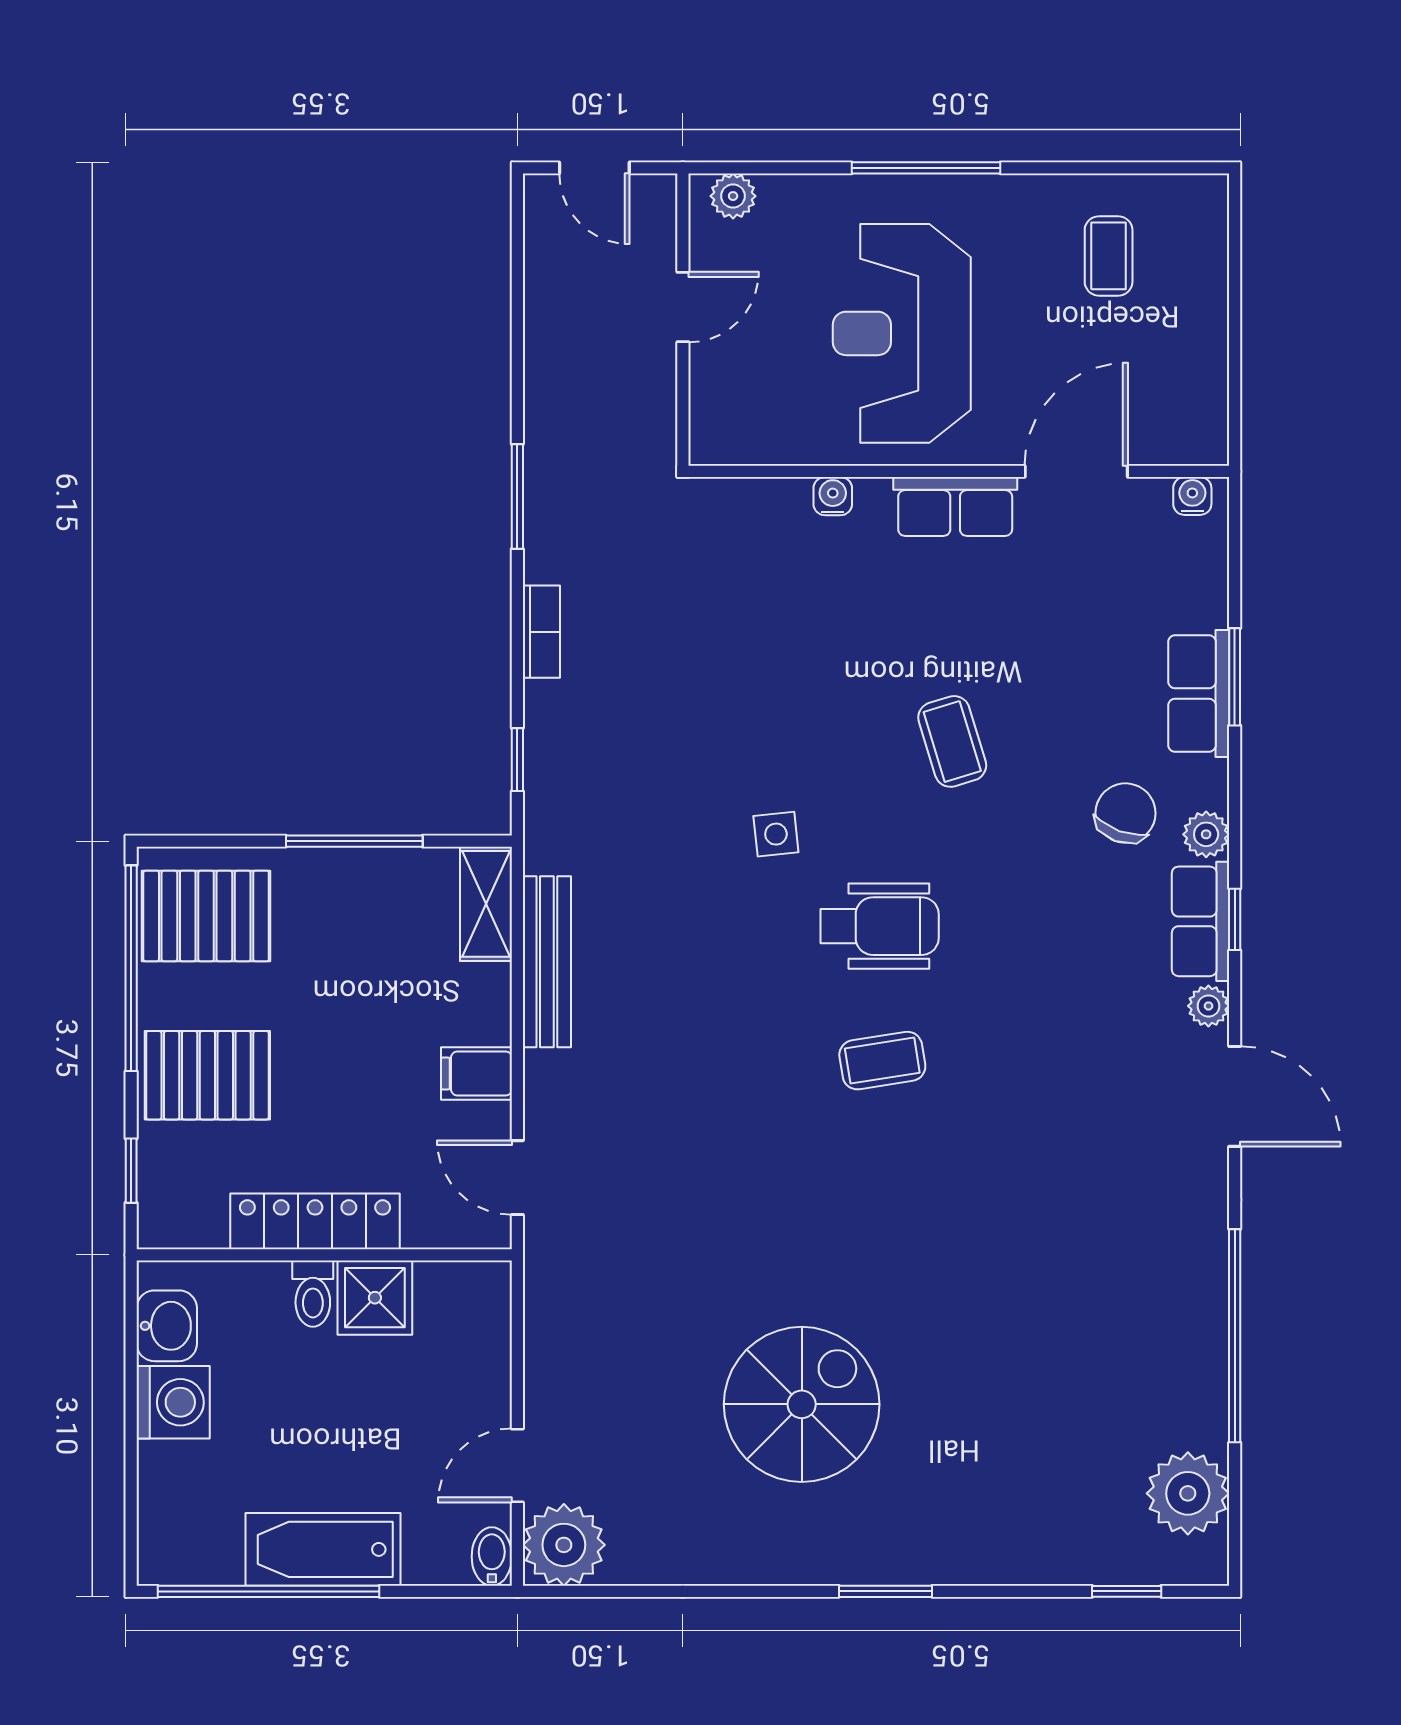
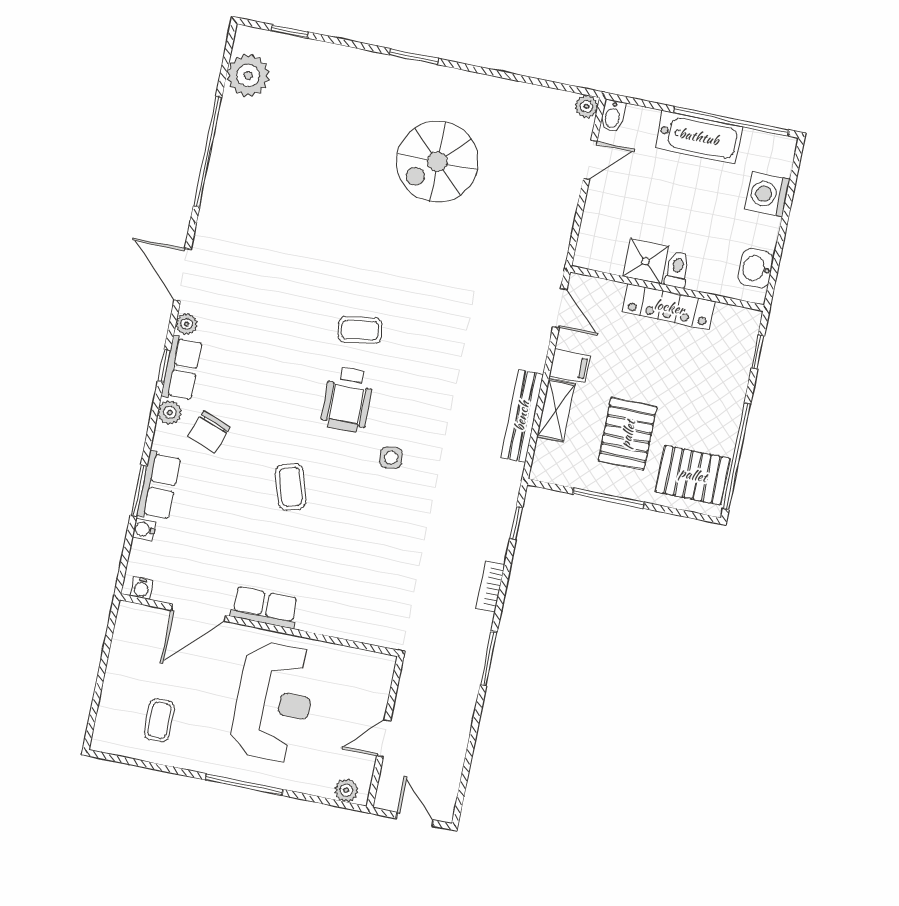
water cooler: (833, 496) -> (144, 529), moved, turned 90
shelving: (486, 904) -> (556, 410), moved
wheelchair: (879, 926) -> (347, 399), turned -91
pallet: (207, 1075) -> (628, 434), moved, turned 90
washing machine: (173, 1402) -> (767, 194), moved
plant: (564, 1545) -> (586, 106), width x0.53, depth x0.53

